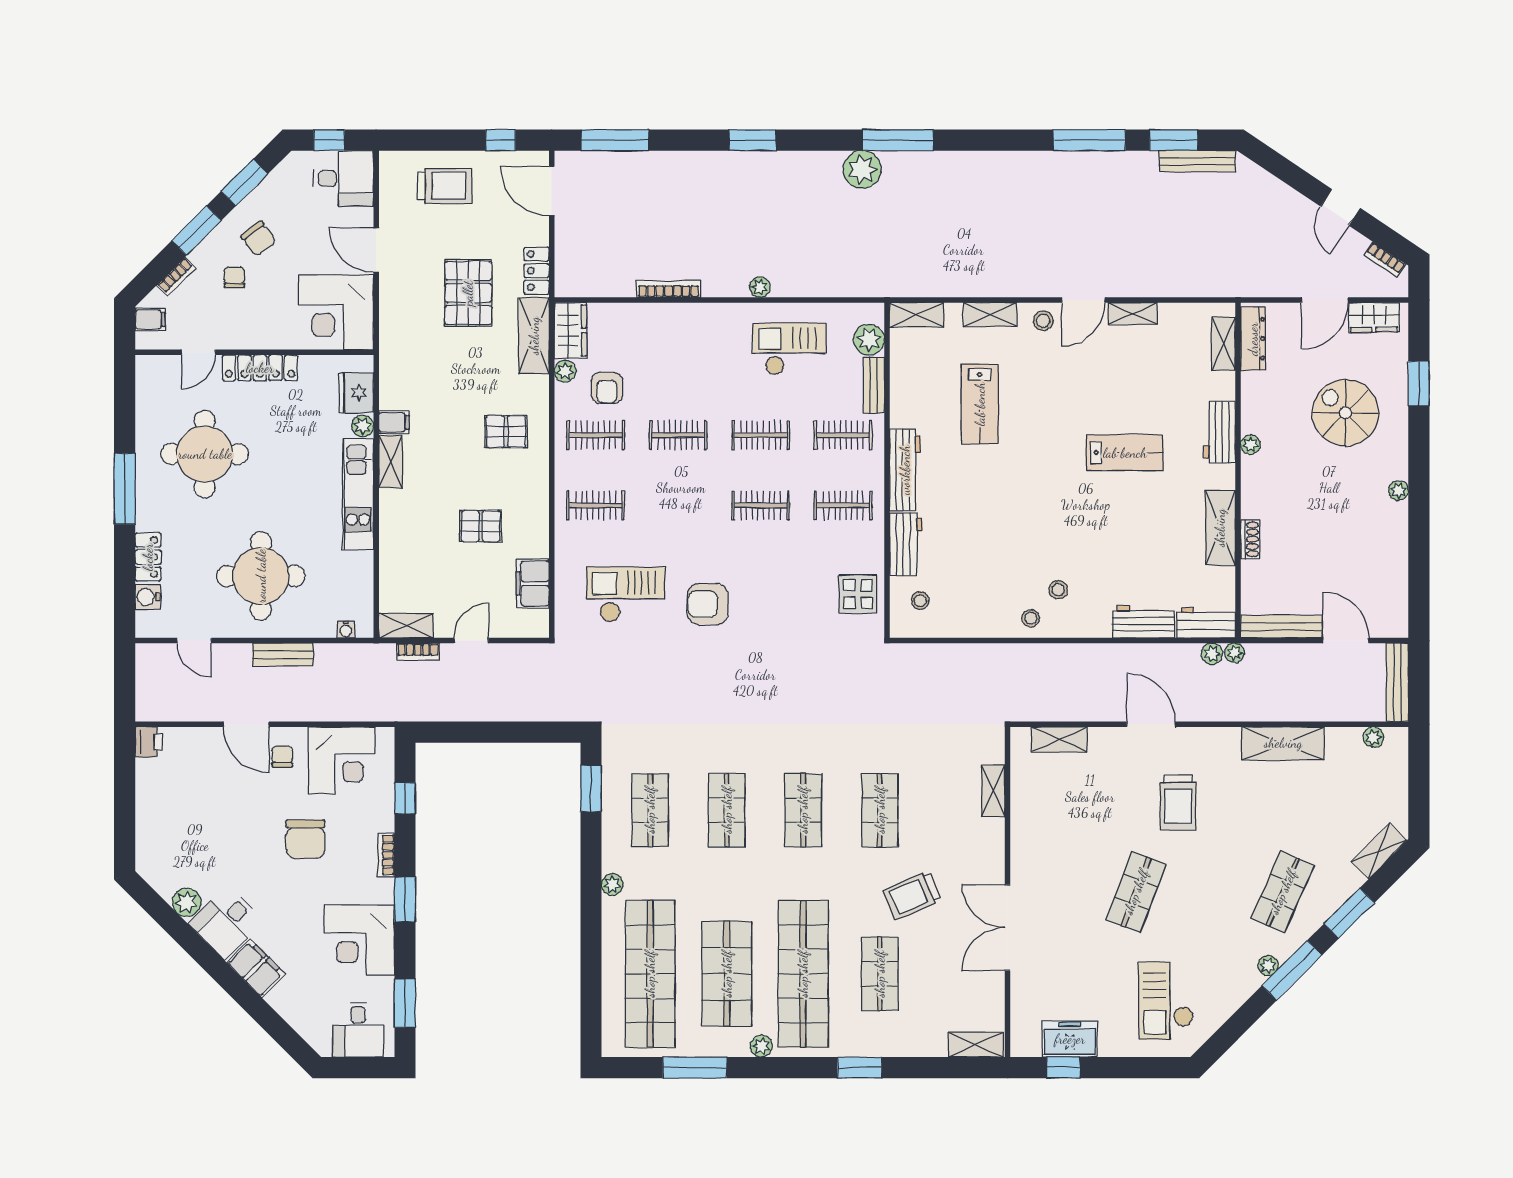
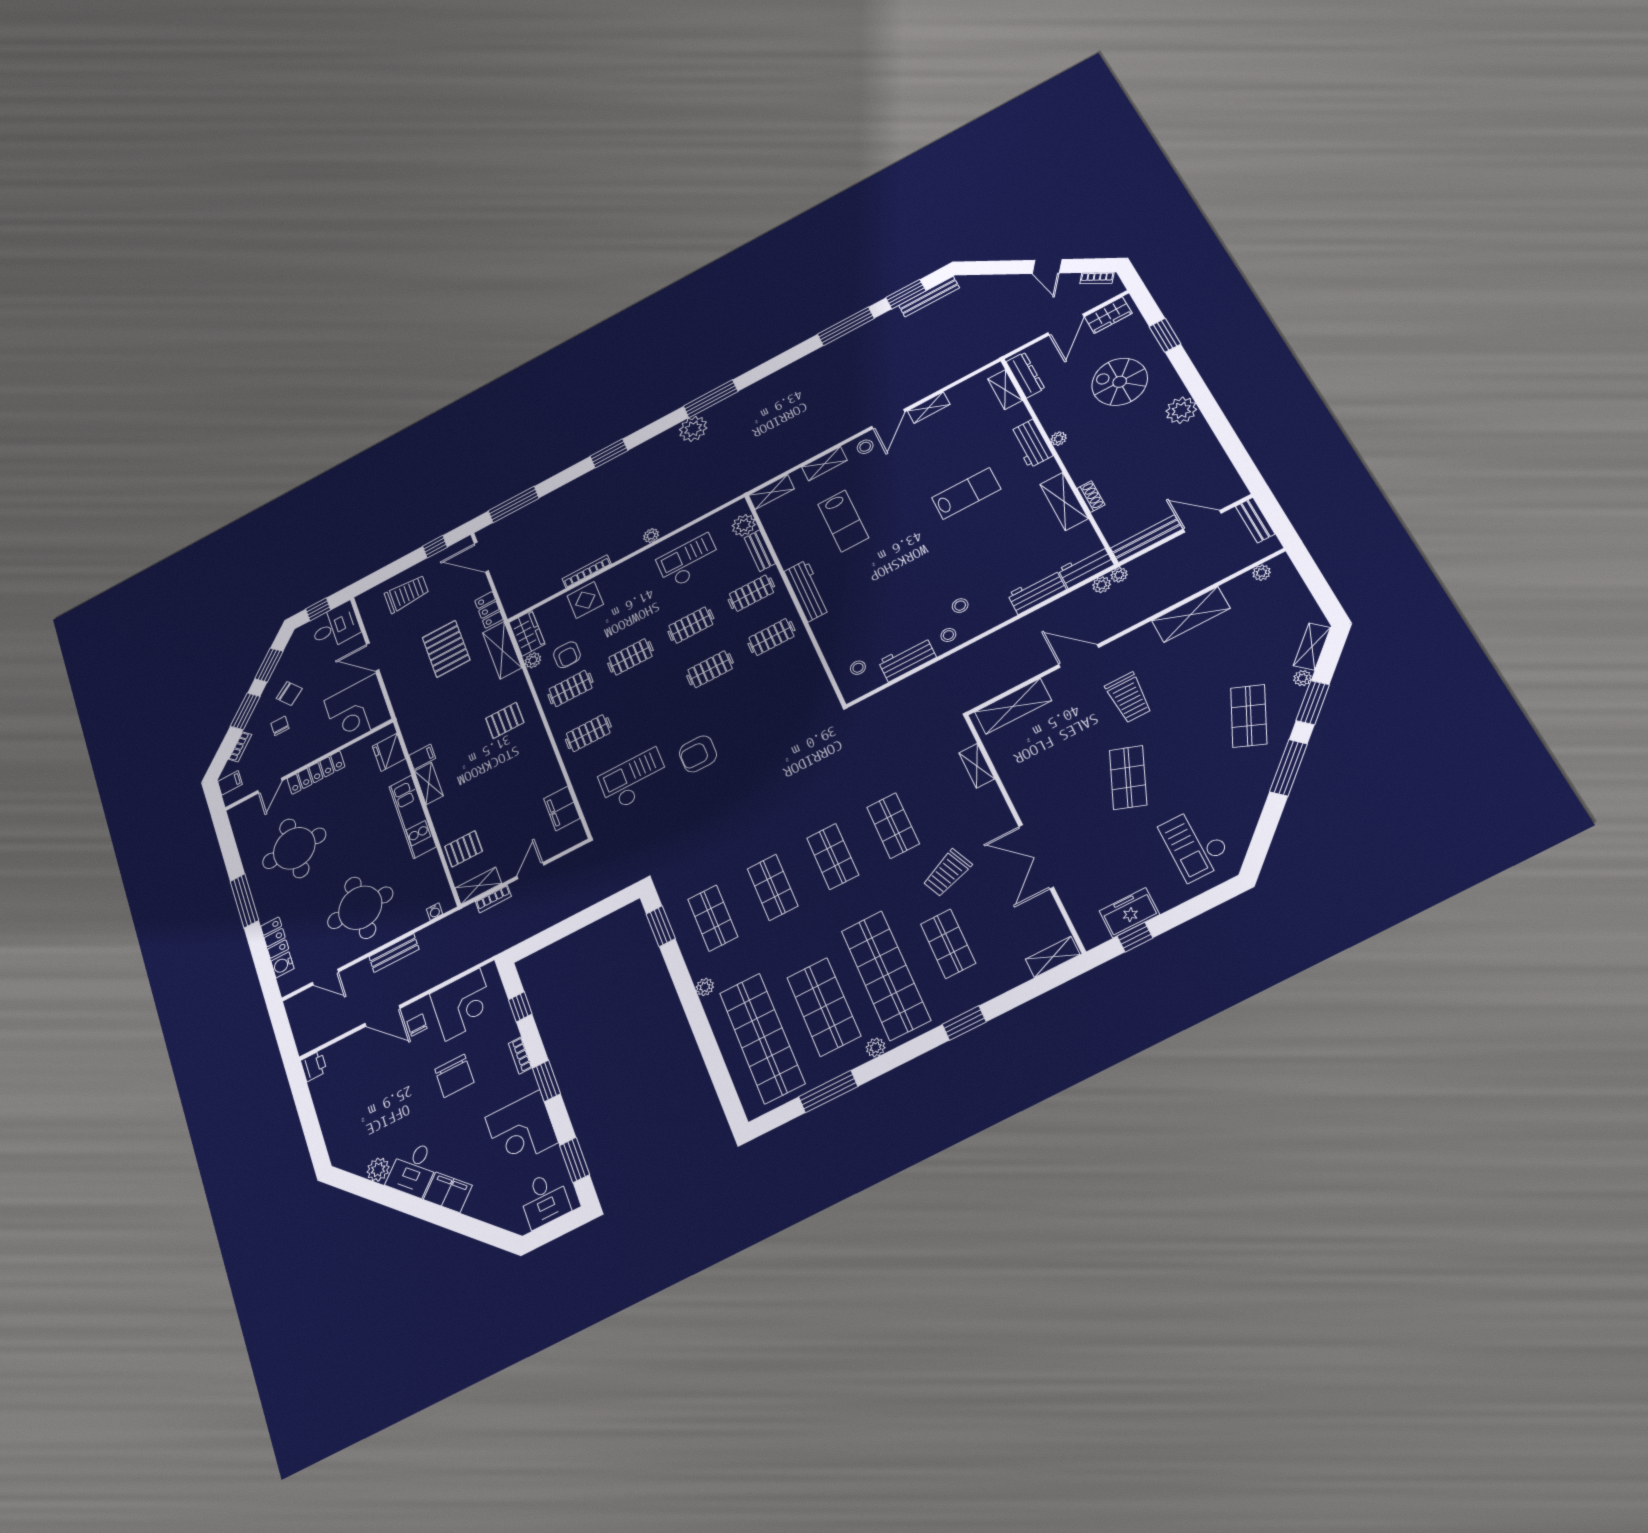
plant: (363, 426) -> (401, 771), removed
plant: (1398, 491) -> (1181, 410), width x1.88, depth x1.88
pallet: (481, 526) -> (464, 849), moved
workbench: (906, 544) -> (907, 659), moved, turned -90
display table: (858, 594) -> (585, 600), moved
bench: (1397, 682) -> (1255, 520), width x0.73
shelving: (1060, 739) -> (1013, 706), width x1.50, depth x1.33
plant: (1268, 966) -> (1302, 678), moved

